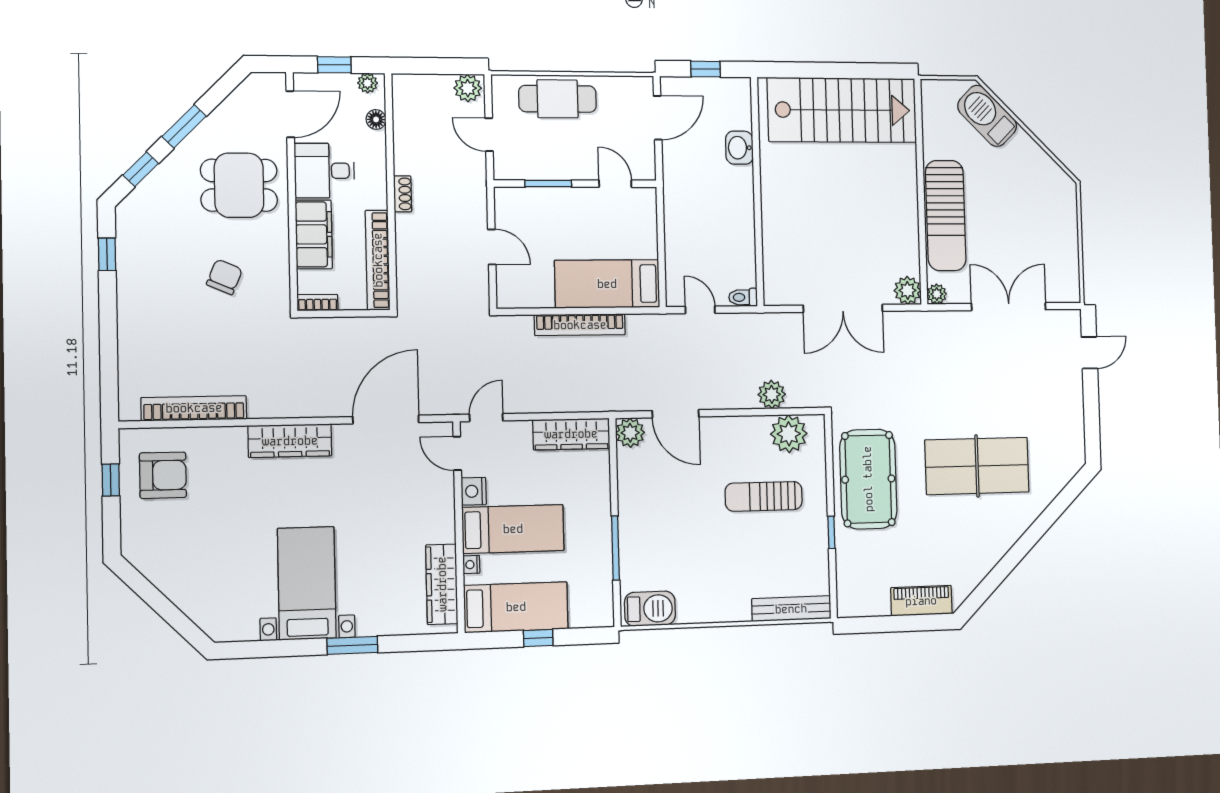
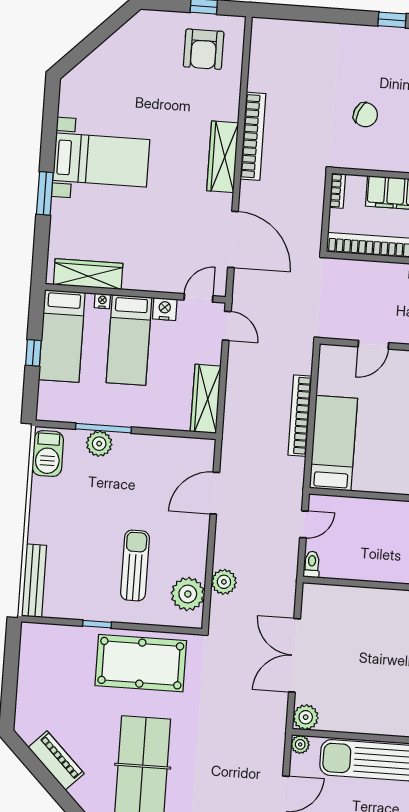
bookcase: (194, 408) -> (253, 136), moved
plant: (630, 433) -> (99, 444), moved
piano: (921, 601) -> (56, 760), moved, turned -45

